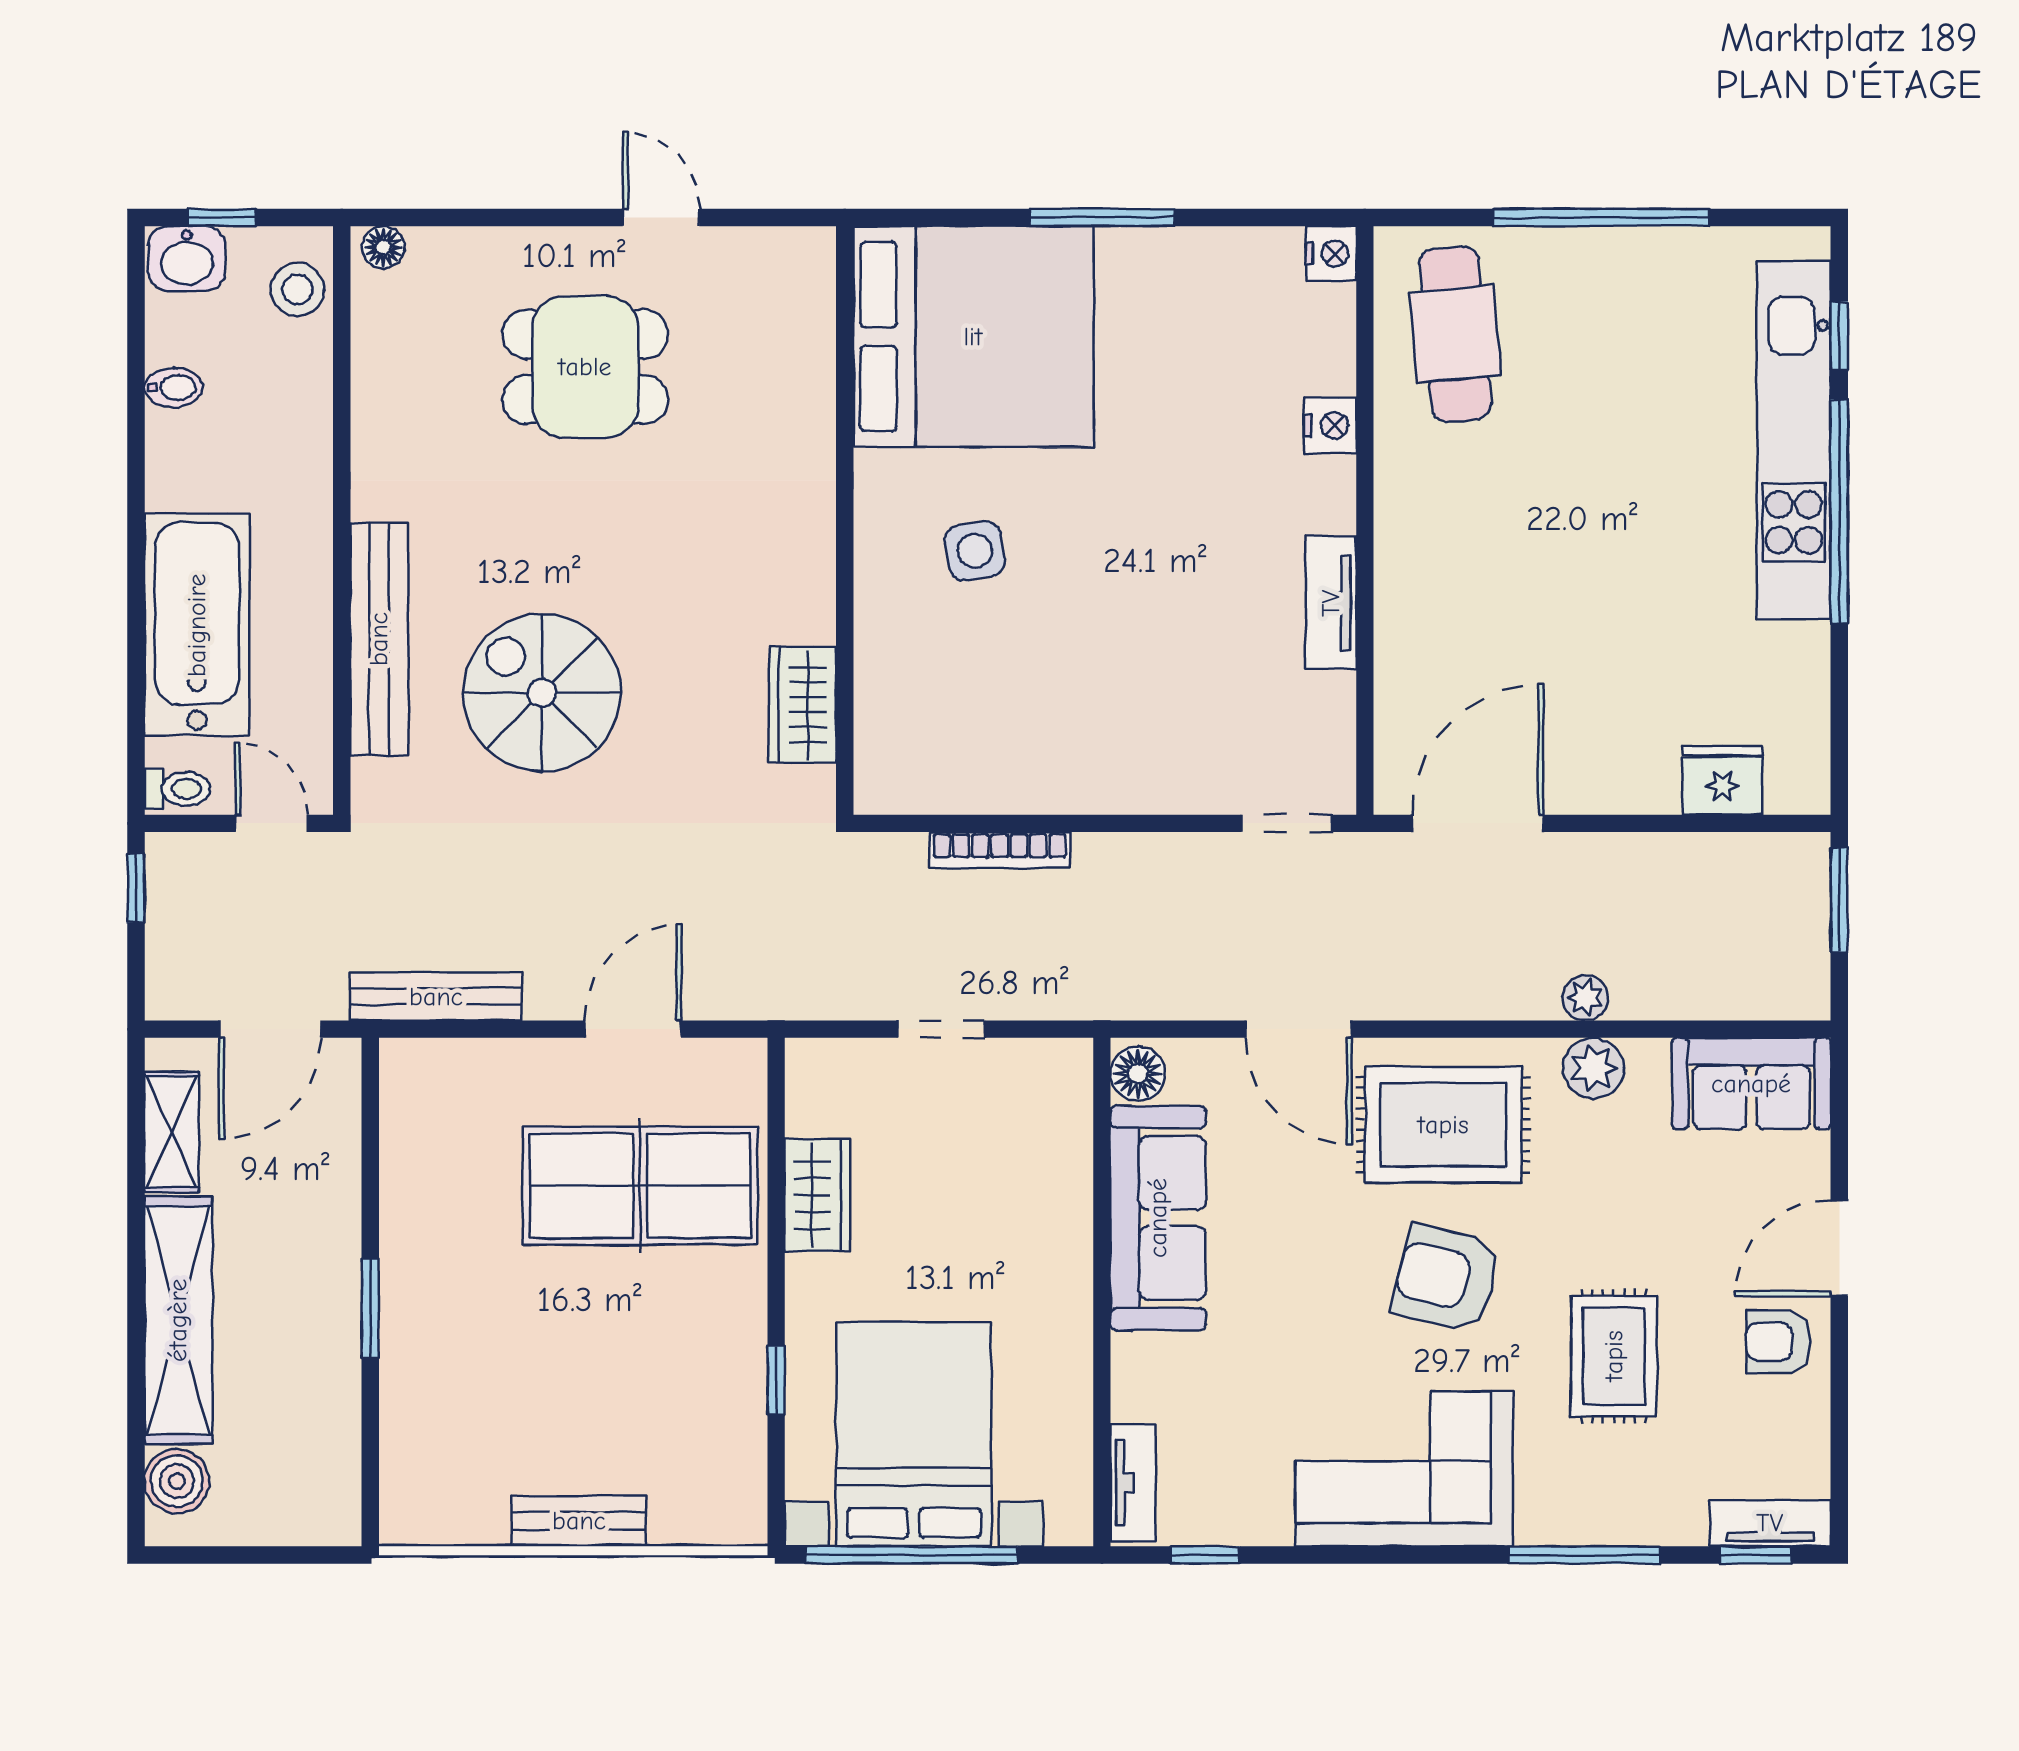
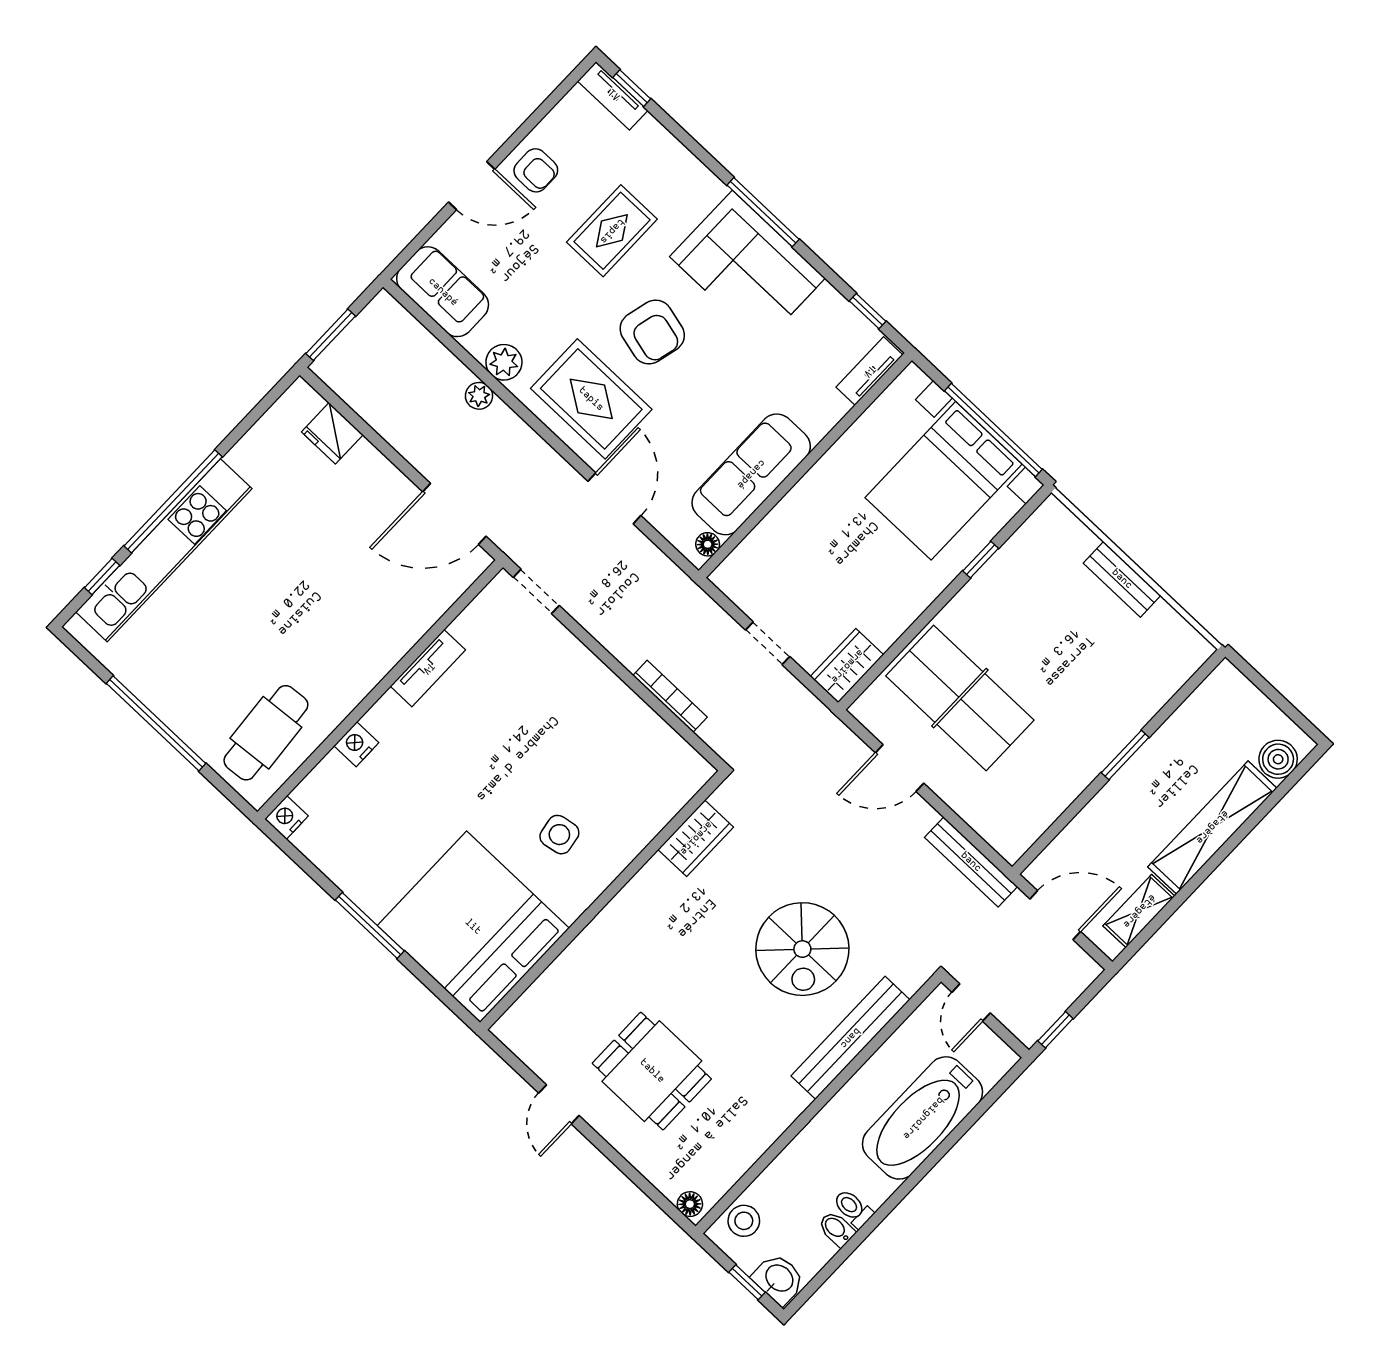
toilet: (177, 789) -> (853, 1208), moved
floor lamp: (1138, 1074) -> (708, 544), width x0.73, depth x0.73
wardrobe: (817, 1195) -> (847, 666), moved
window: (1584, 1555) -> (763, 212), moved

